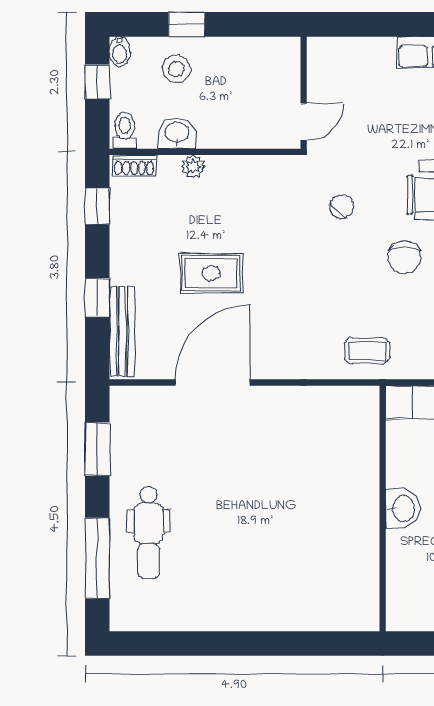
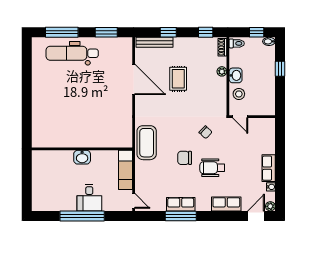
stool: (176, 69) -> (239, 94), moved
washbasin: (177, 133) -> (236, 75), moved
coffee table: (367, 351) -> (147, 143), width x1.86, depth x1.72
dental chair: (149, 533) -> (72, 53), width x1.36, depth x1.38

